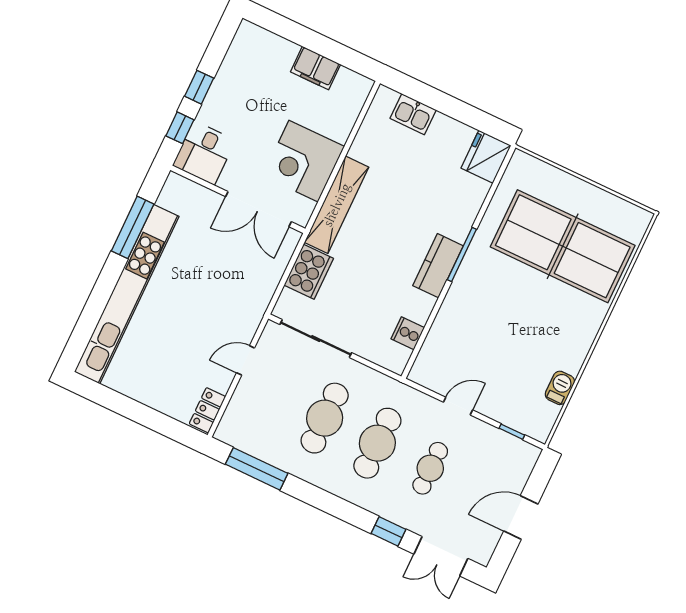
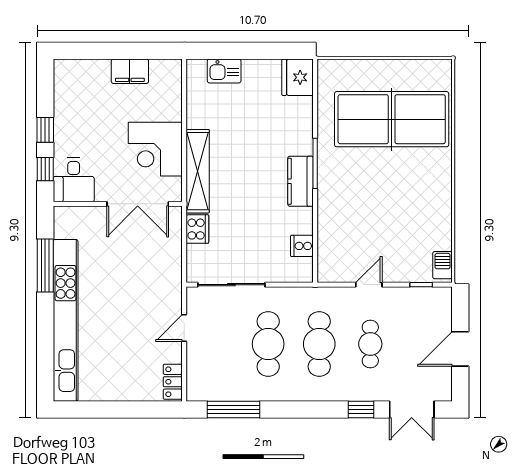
cooker: (309, 272) -> (197, 229), width x0.73, depth x0.76
barbecue: (560, 388) -> (443, 265), moved

